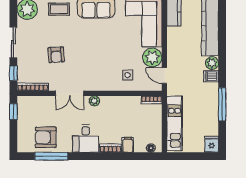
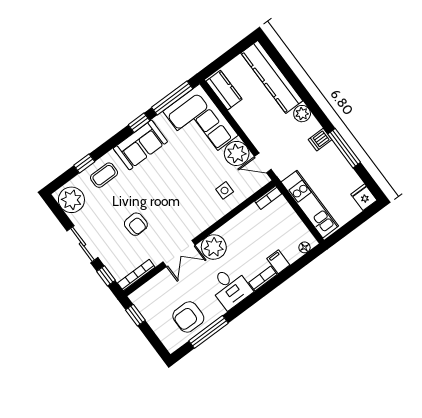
dishwasher: (211, 76) -> (320, 140), moved
plant: (94, 101) -> (214, 247), width x1.87, depth x1.87

